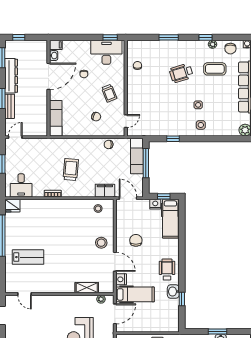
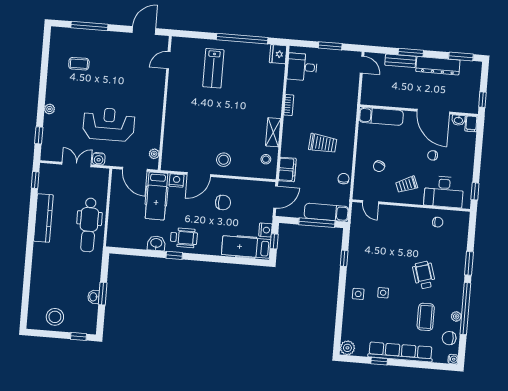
window: (19, 37) -> (482, 100), moved
window: (205, 37) -> (465, 309), width x3.17
desk: (106, 52) -> (444, 192), moved, turned 90
trolley: (71, 170) -> (323, 143), moved
shelving: (87, 288) -> (273, 132), moved
window: (182, 299) -> (174, 255), moved

